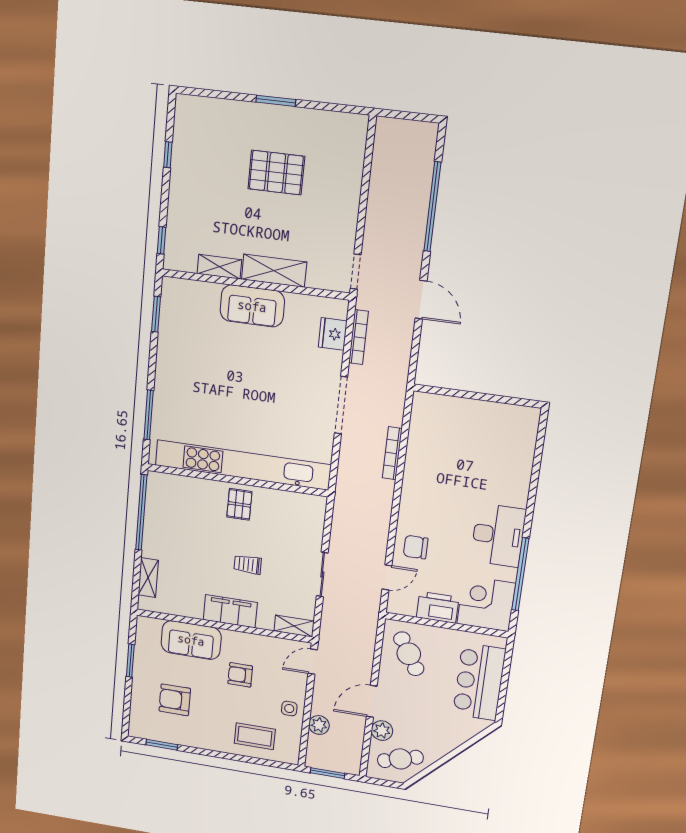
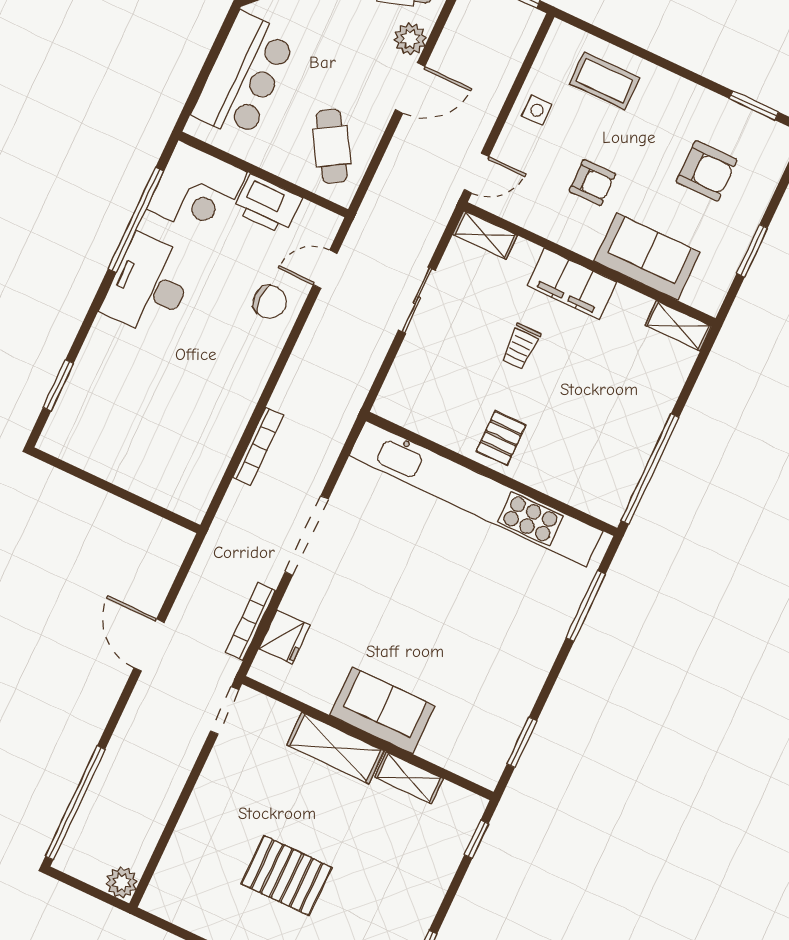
window: (432, 207) -> (75, 803), moved
window: (538, 454) -> (58, 385), added
trolley: (248, 565) -> (521, 346), turned 90
shelving: (148, 578) -> (678, 326), moved, turned 90
plant: (319, 725) -> (122, 883), moved

